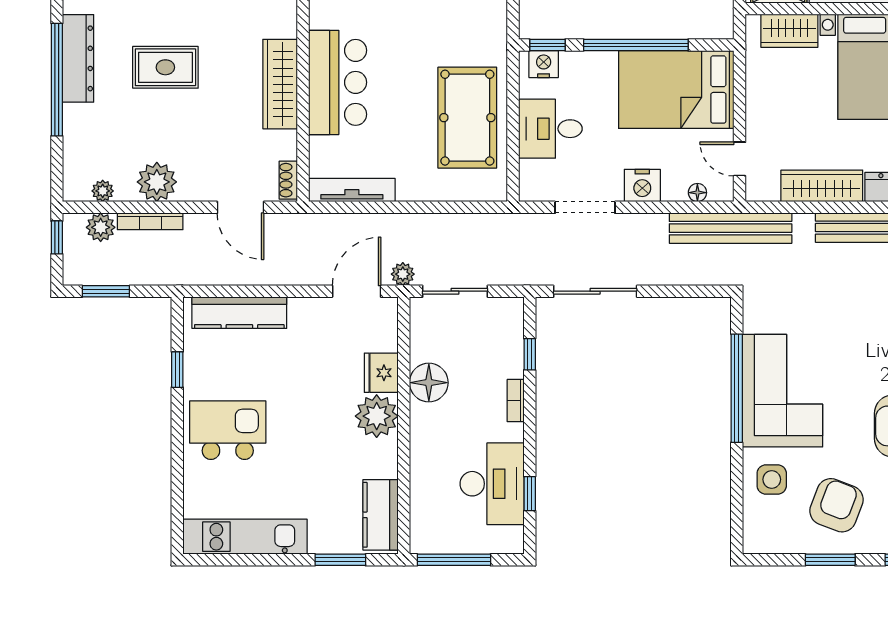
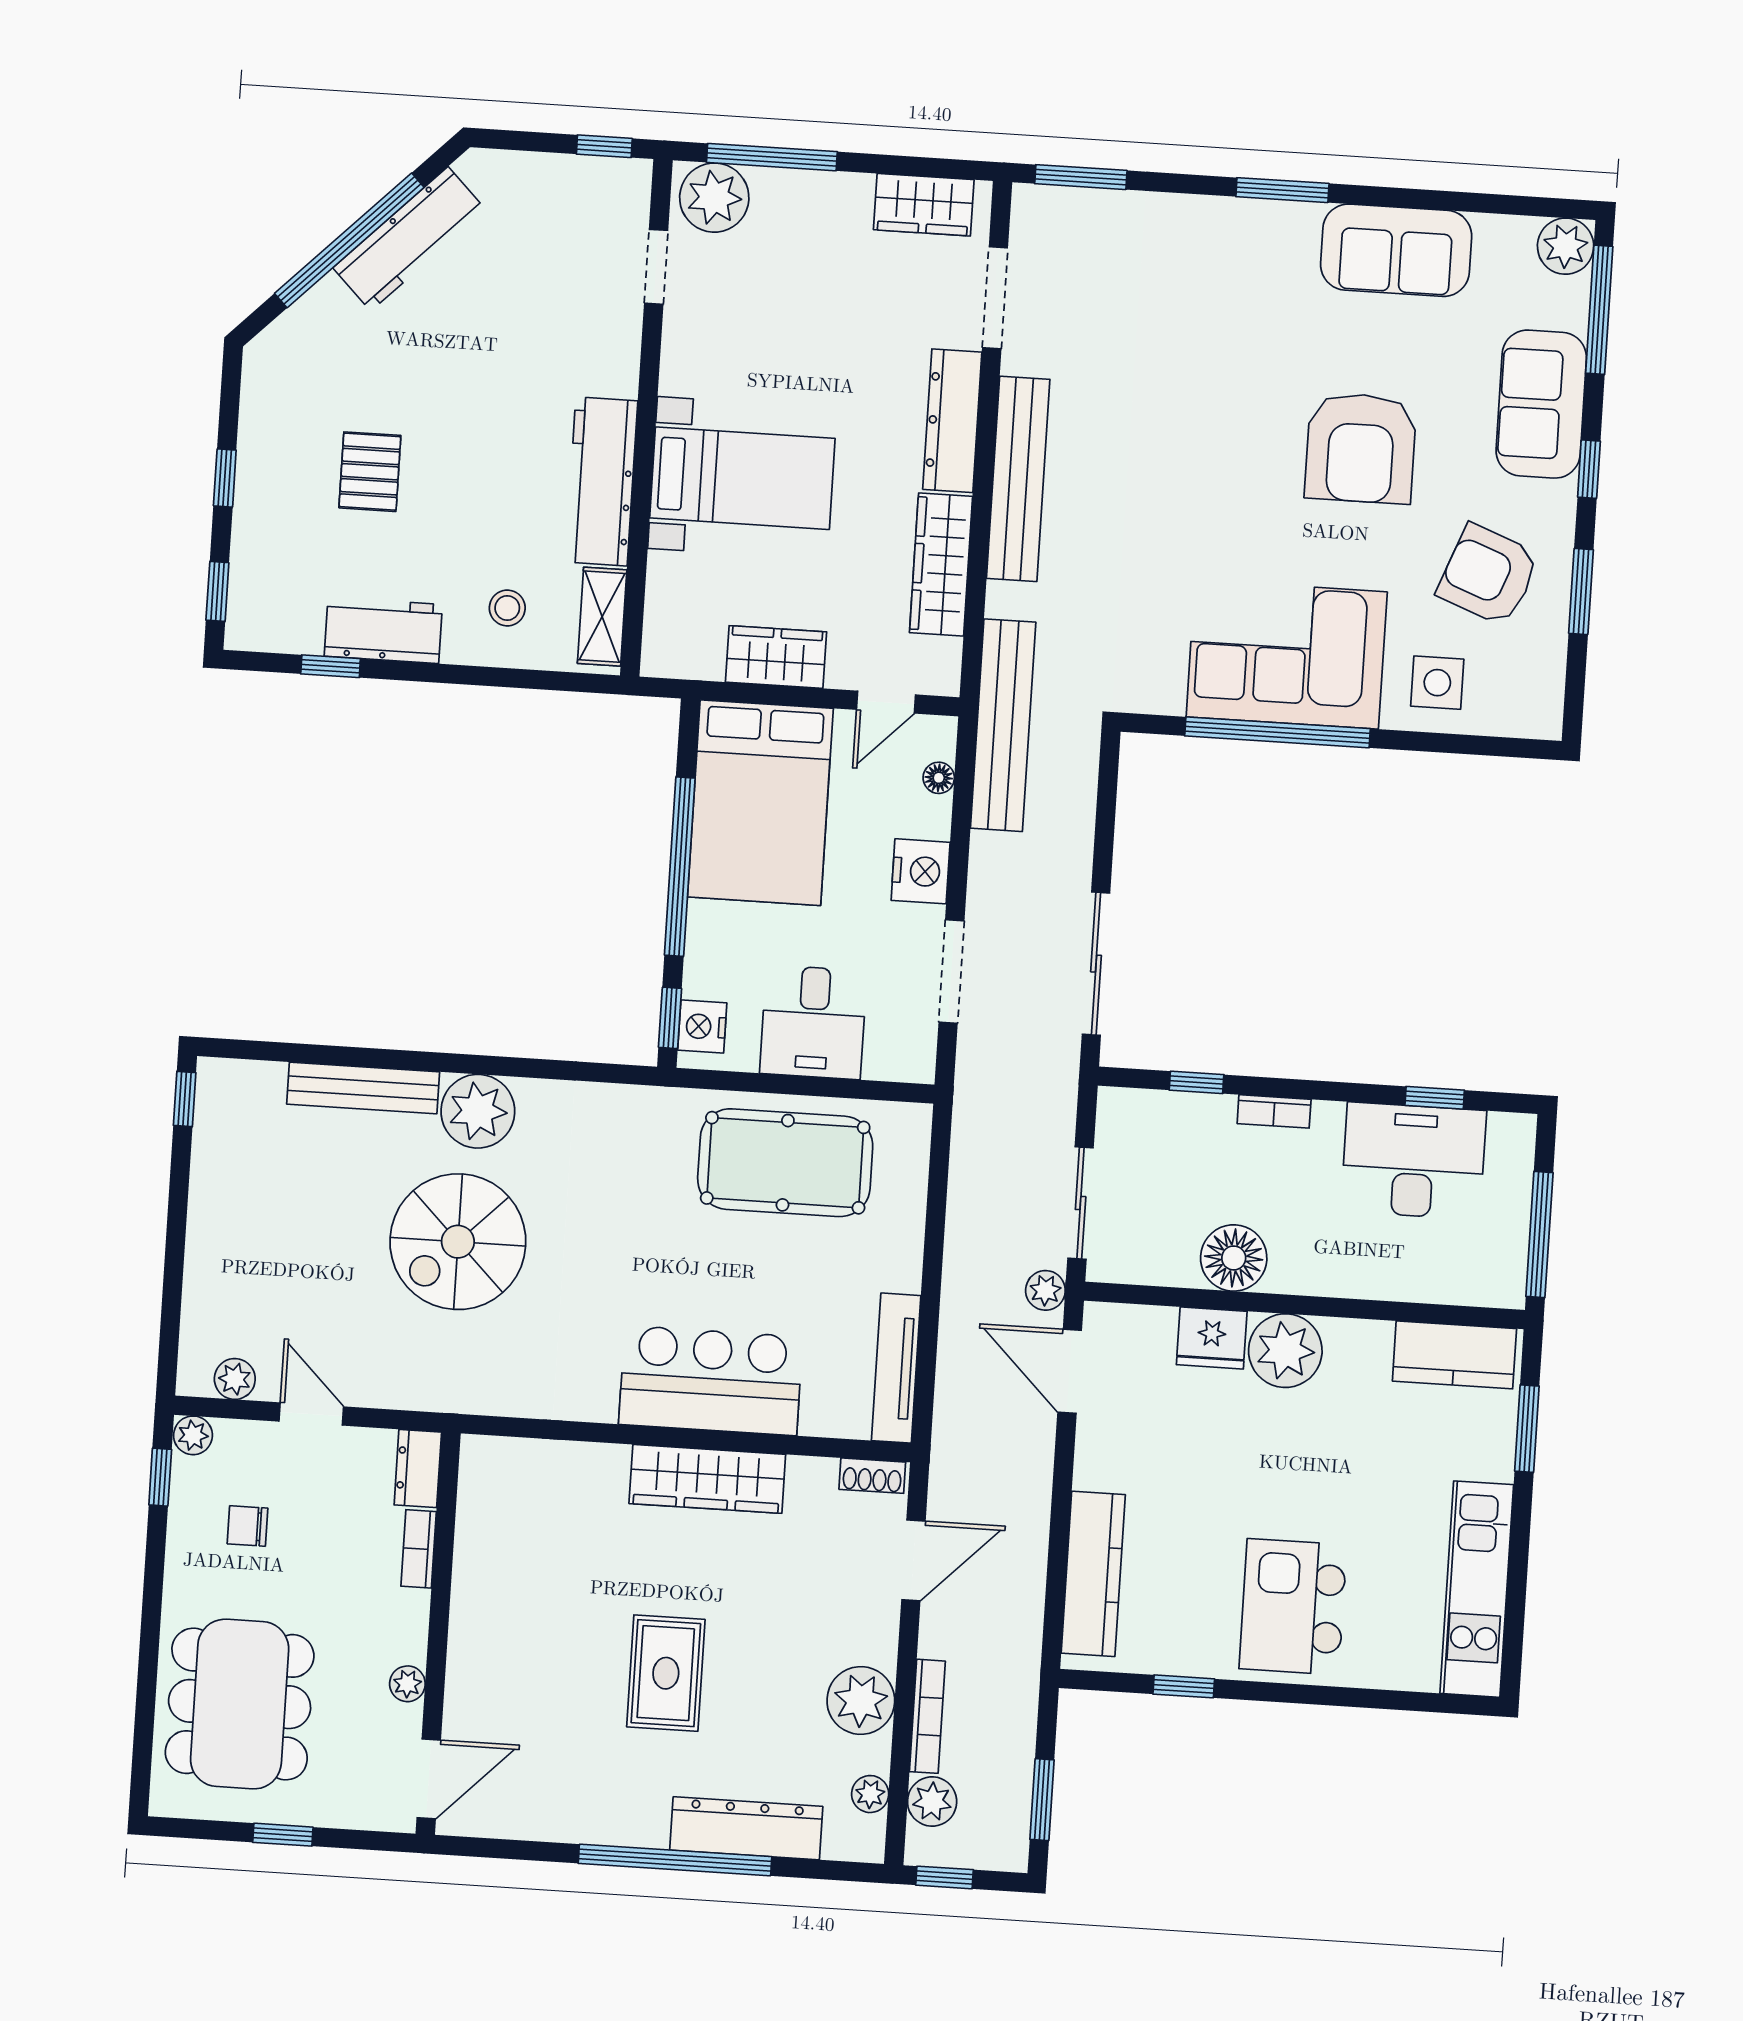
wardrobe: (789, 31) -> (776, 657), moved, turned -90
dresser: (78, 58) -> (746, 1828), moved

